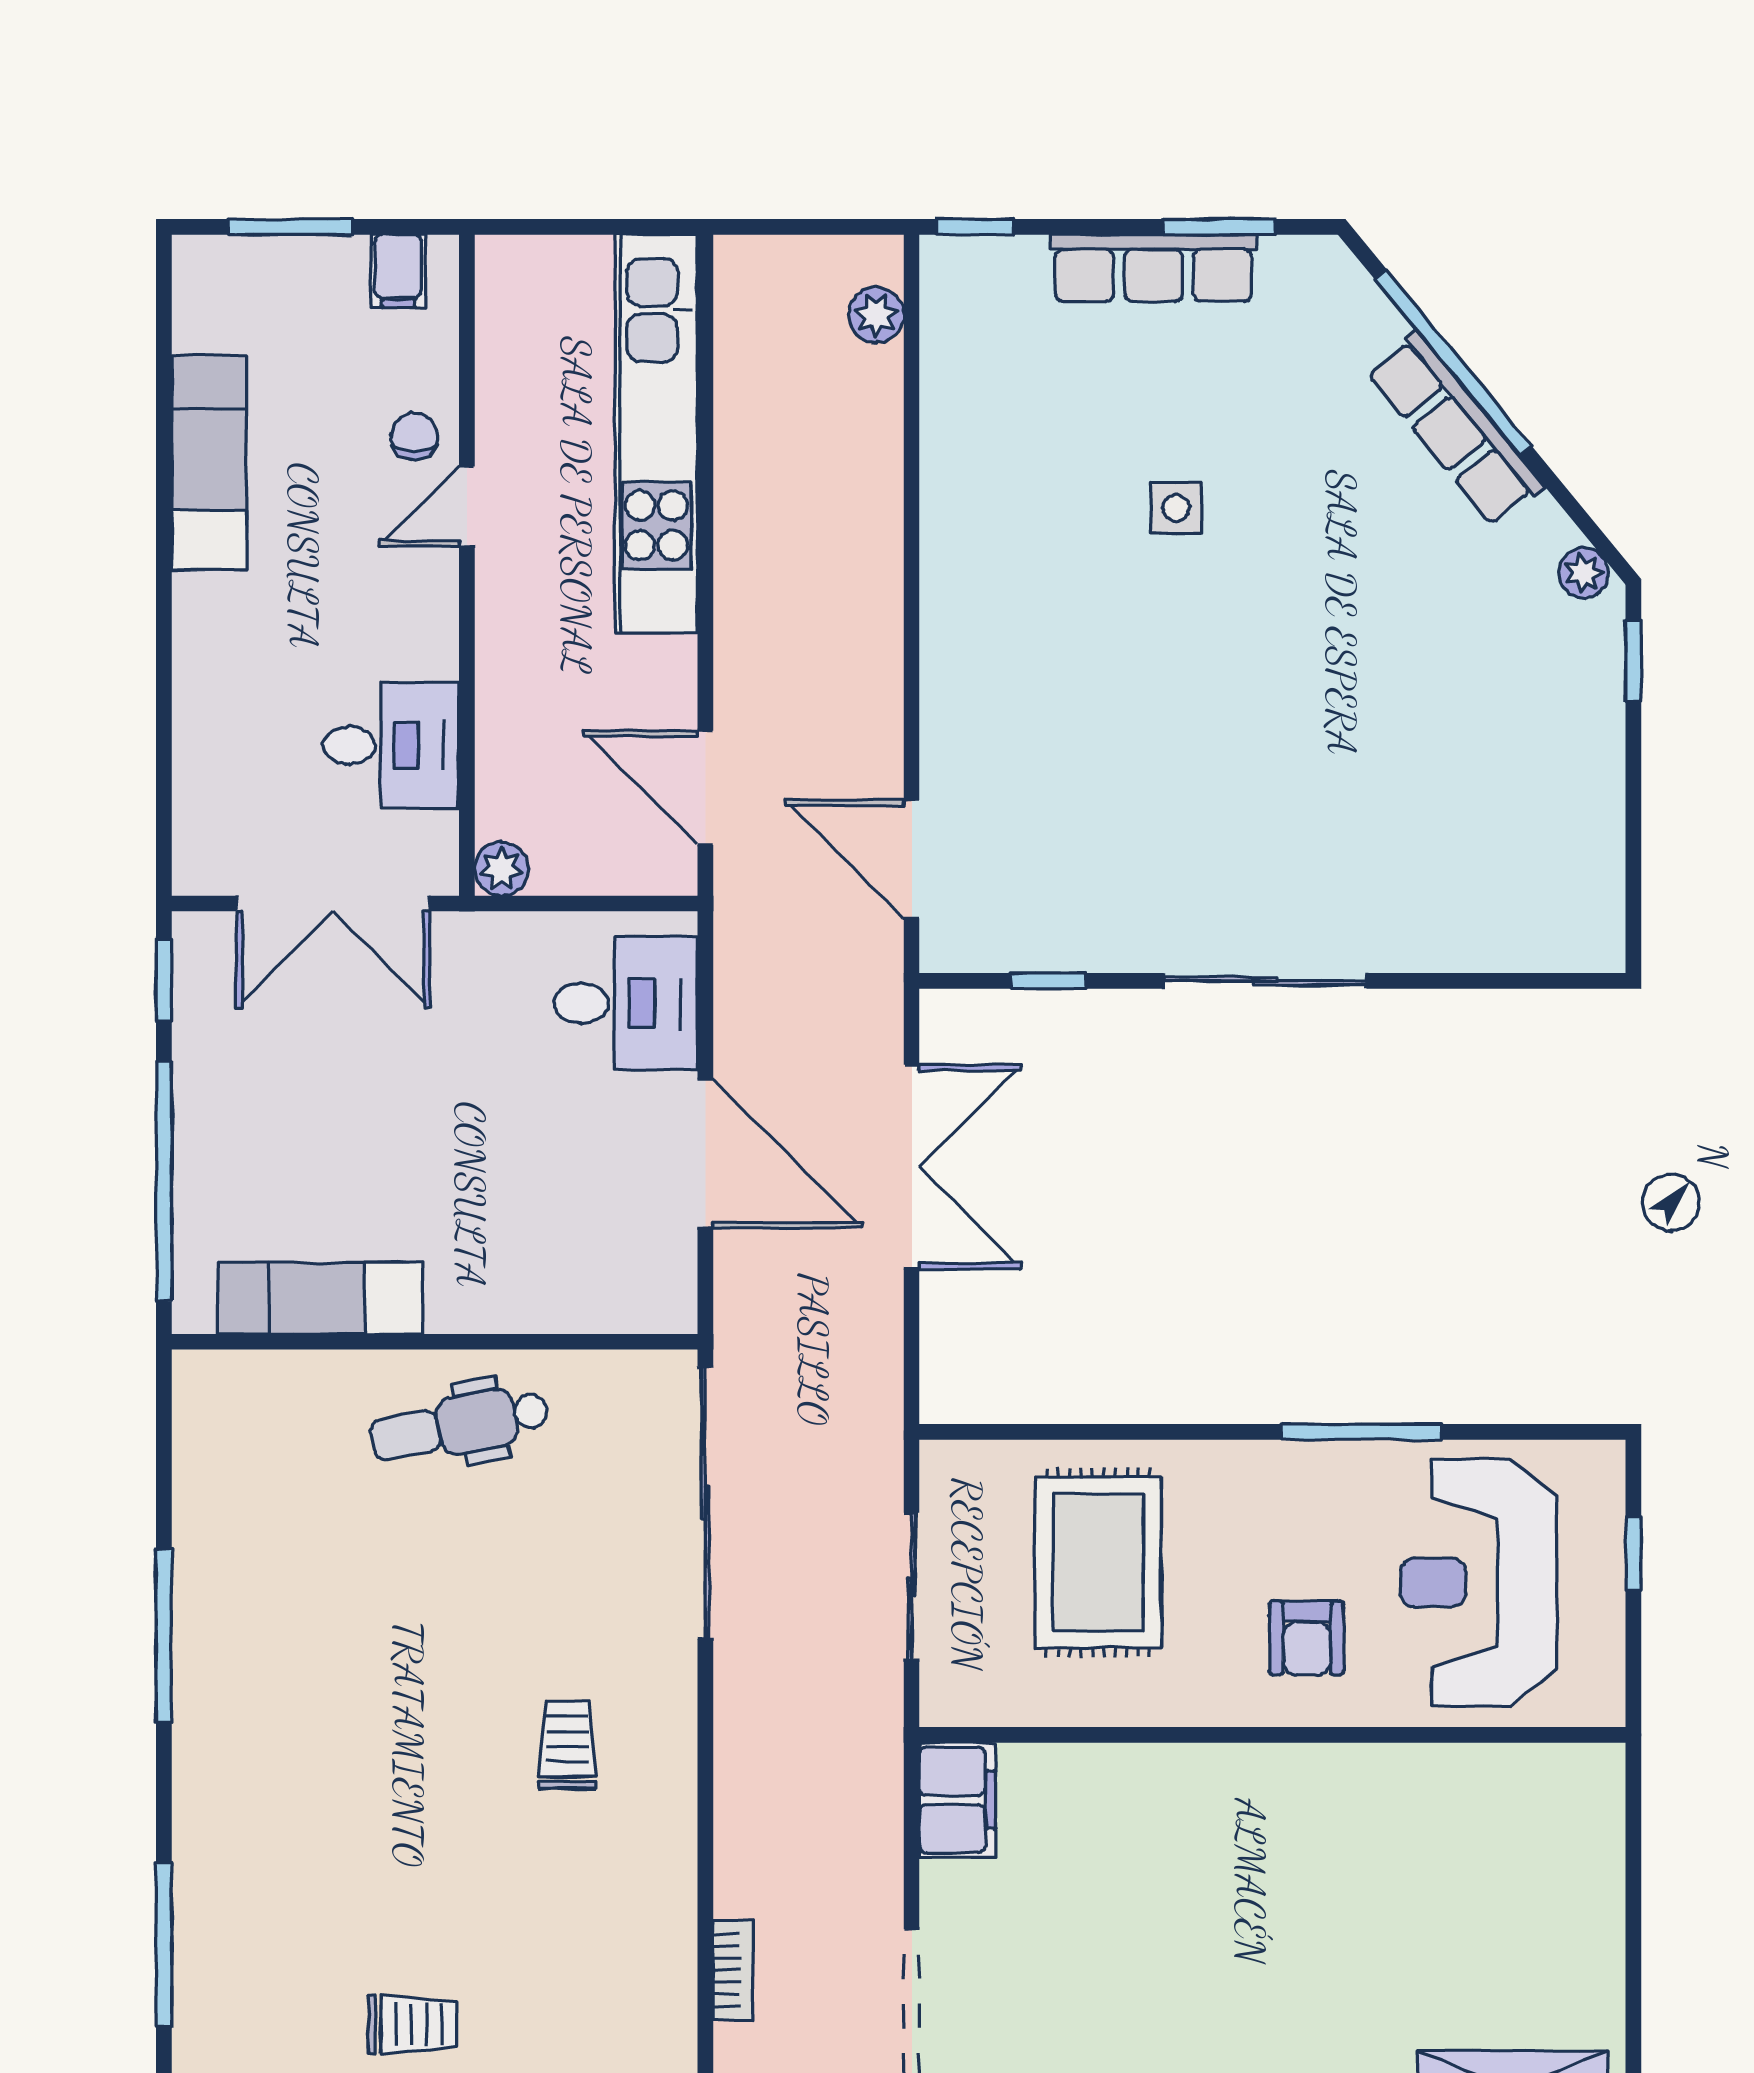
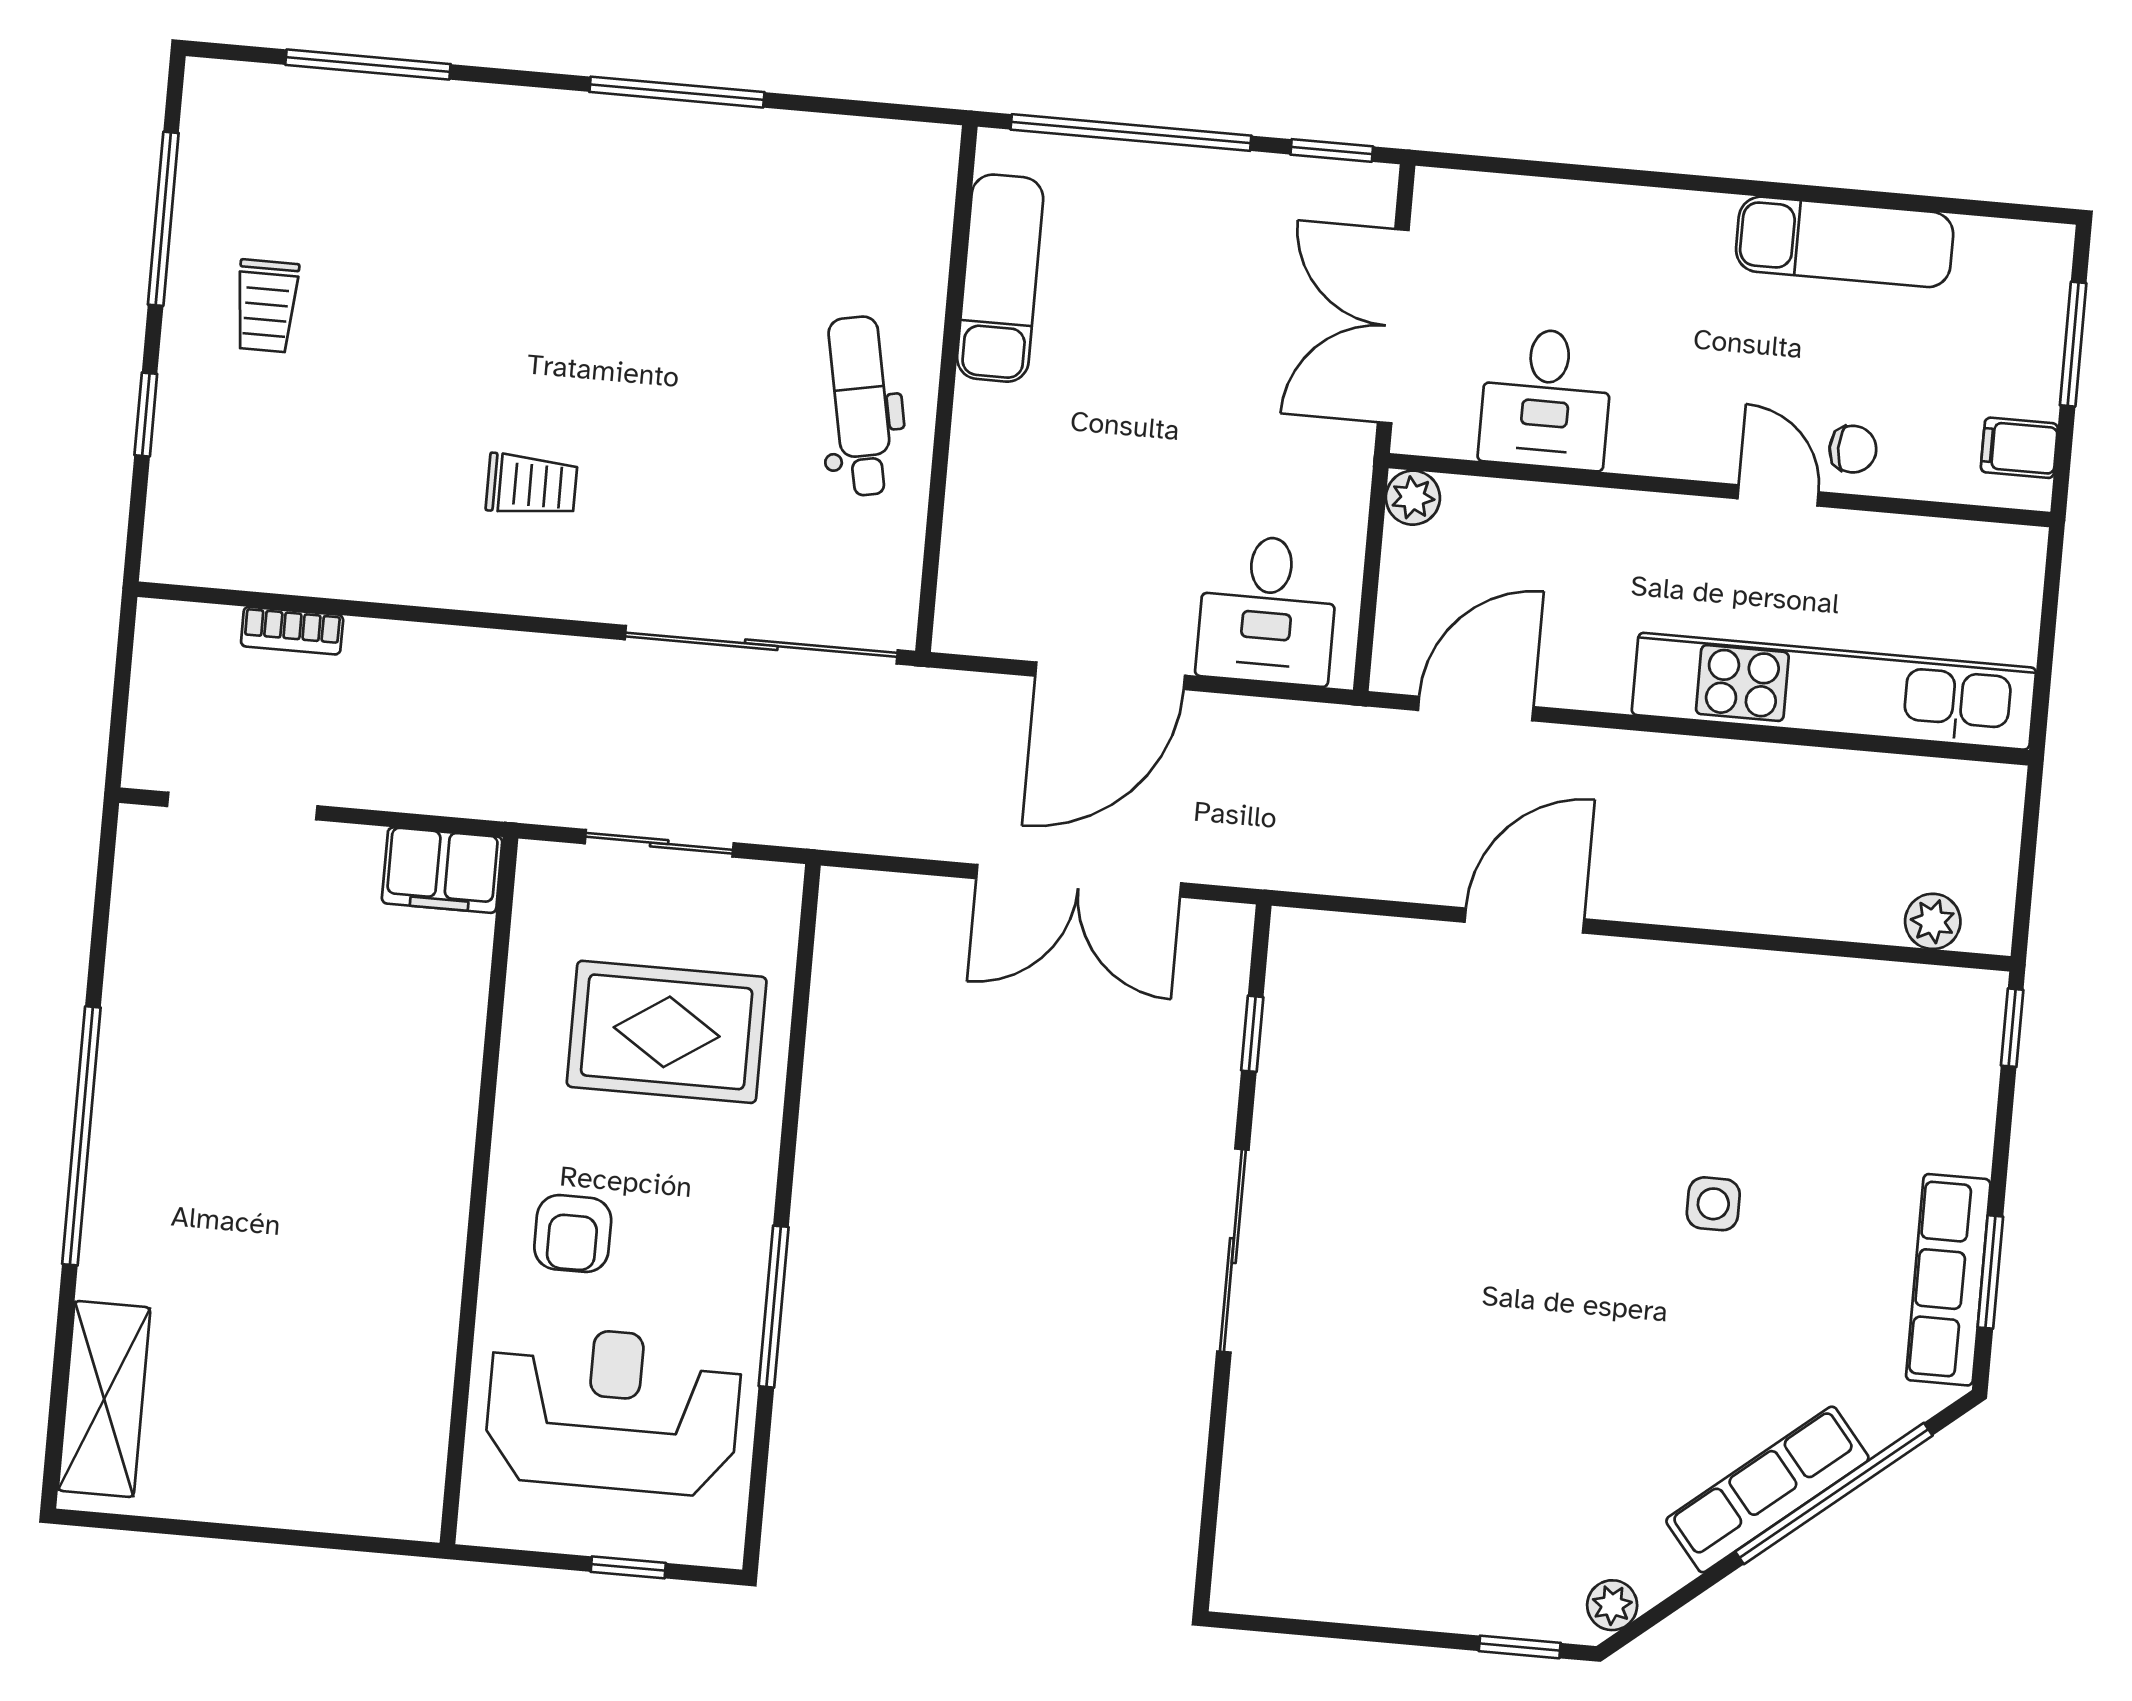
row of seats: (1154, 268) -> (1948, 1280), moved
door: (912, 859) -> (1524, 920), moved
armchair: (1307, 1638) -> (573, 1234), turned -90

